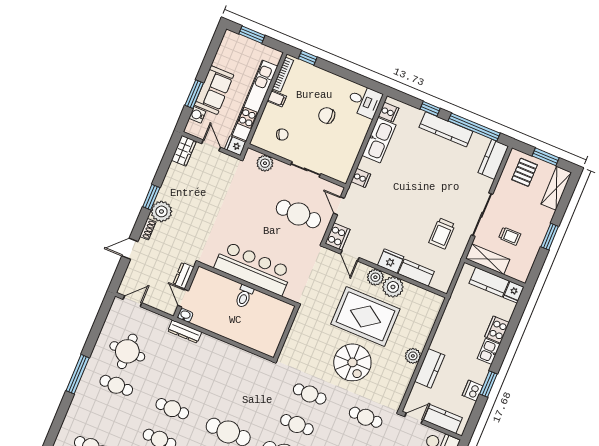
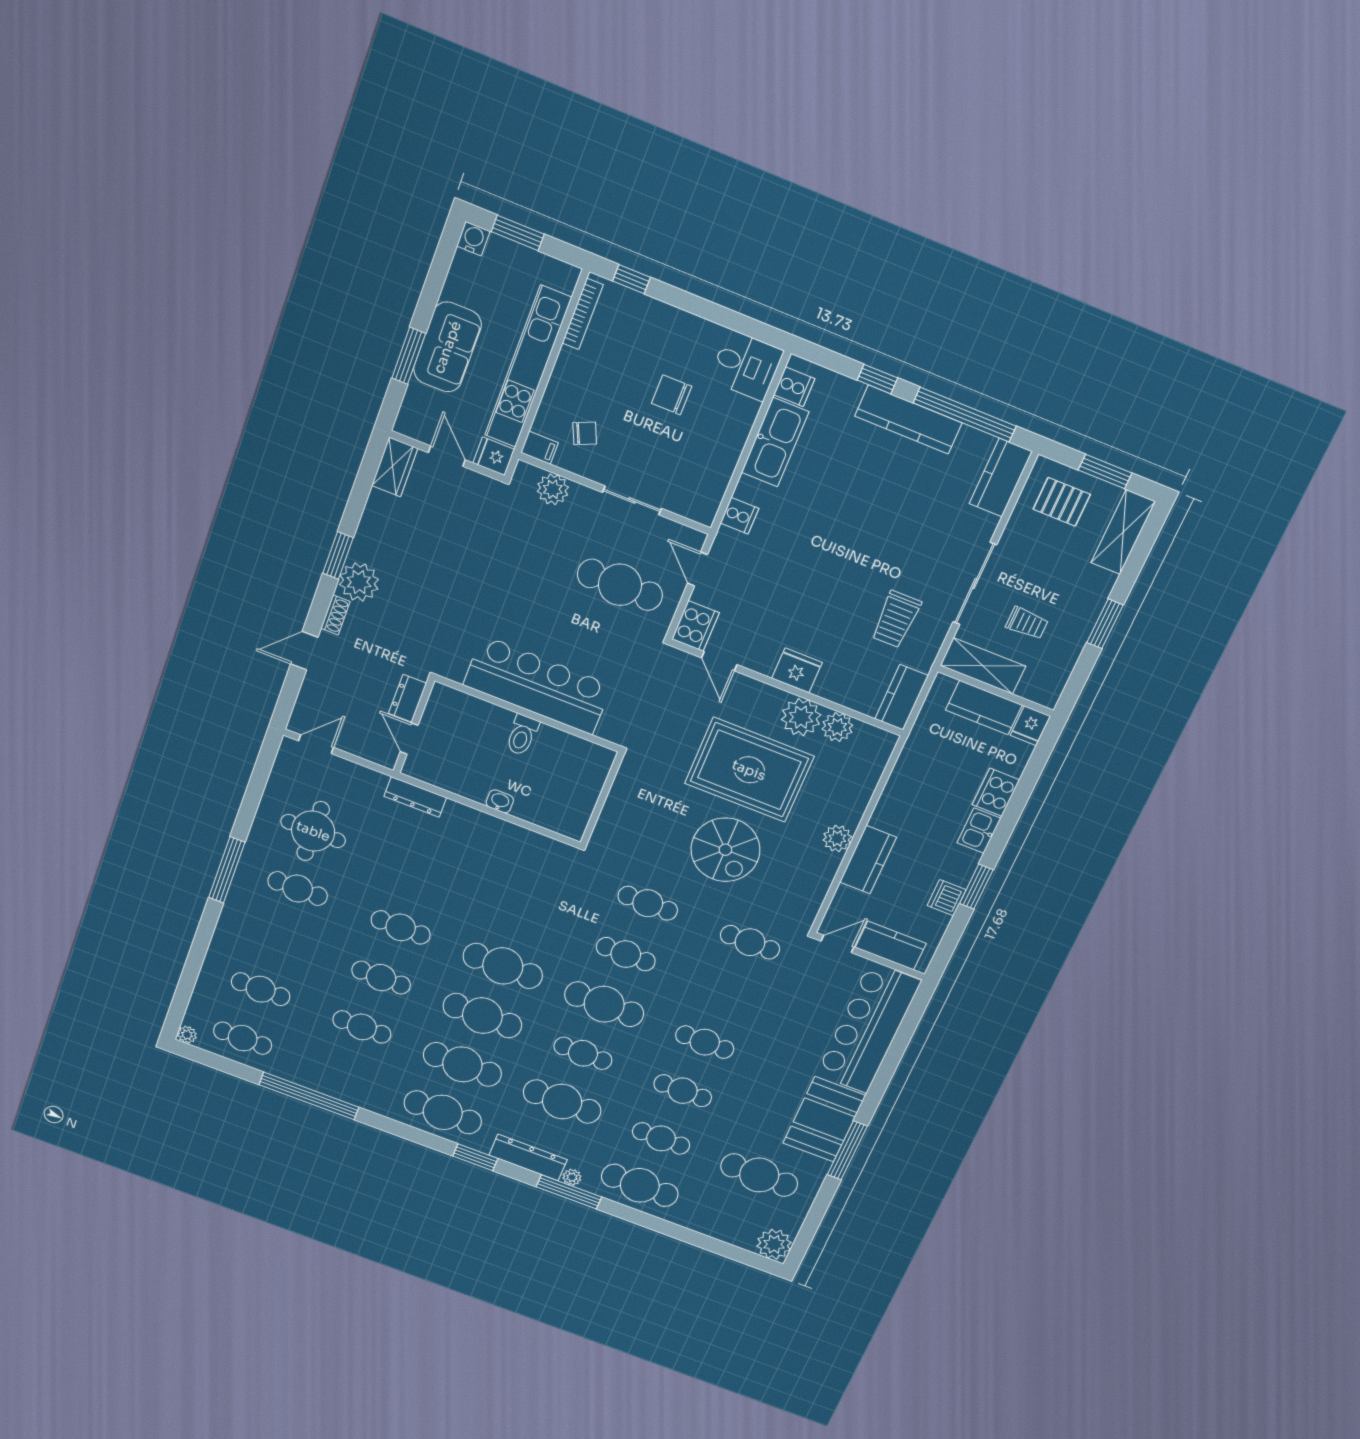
filing cabinet: (277, 99) -> (540, 448), moved
water cooler: (197, 115) -> (473, 239), moved, turned 90
pallet: (525, 172) -> (1062, 502), turned 90
kitchen counter: (416, 273) -> (902, 697), moved, turned -90
plant: (375, 277) -> (837, 727), moved
washbasin: (185, 315) -> (500, 801), moved

